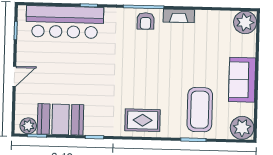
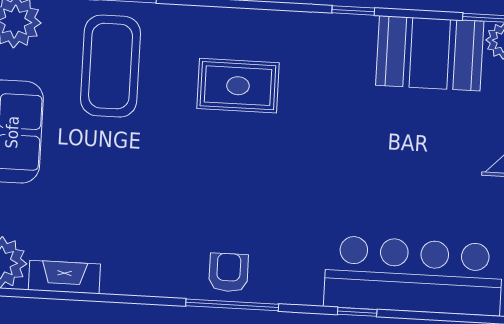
fireplace: (179, 16) -> (64, 277), moved
rug: (143, 120) -> (238, 86), moved

